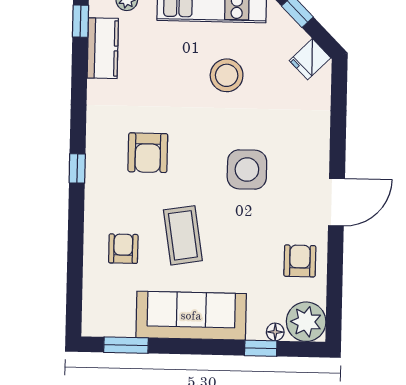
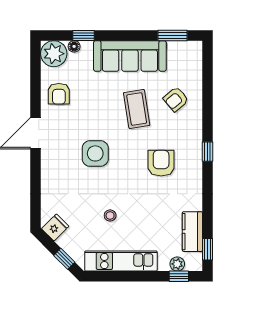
stool: (227, 75) -> (110, 215), width x0.53, depth x0.53
armchair: (123, 249) -> (176, 99), turned 50

